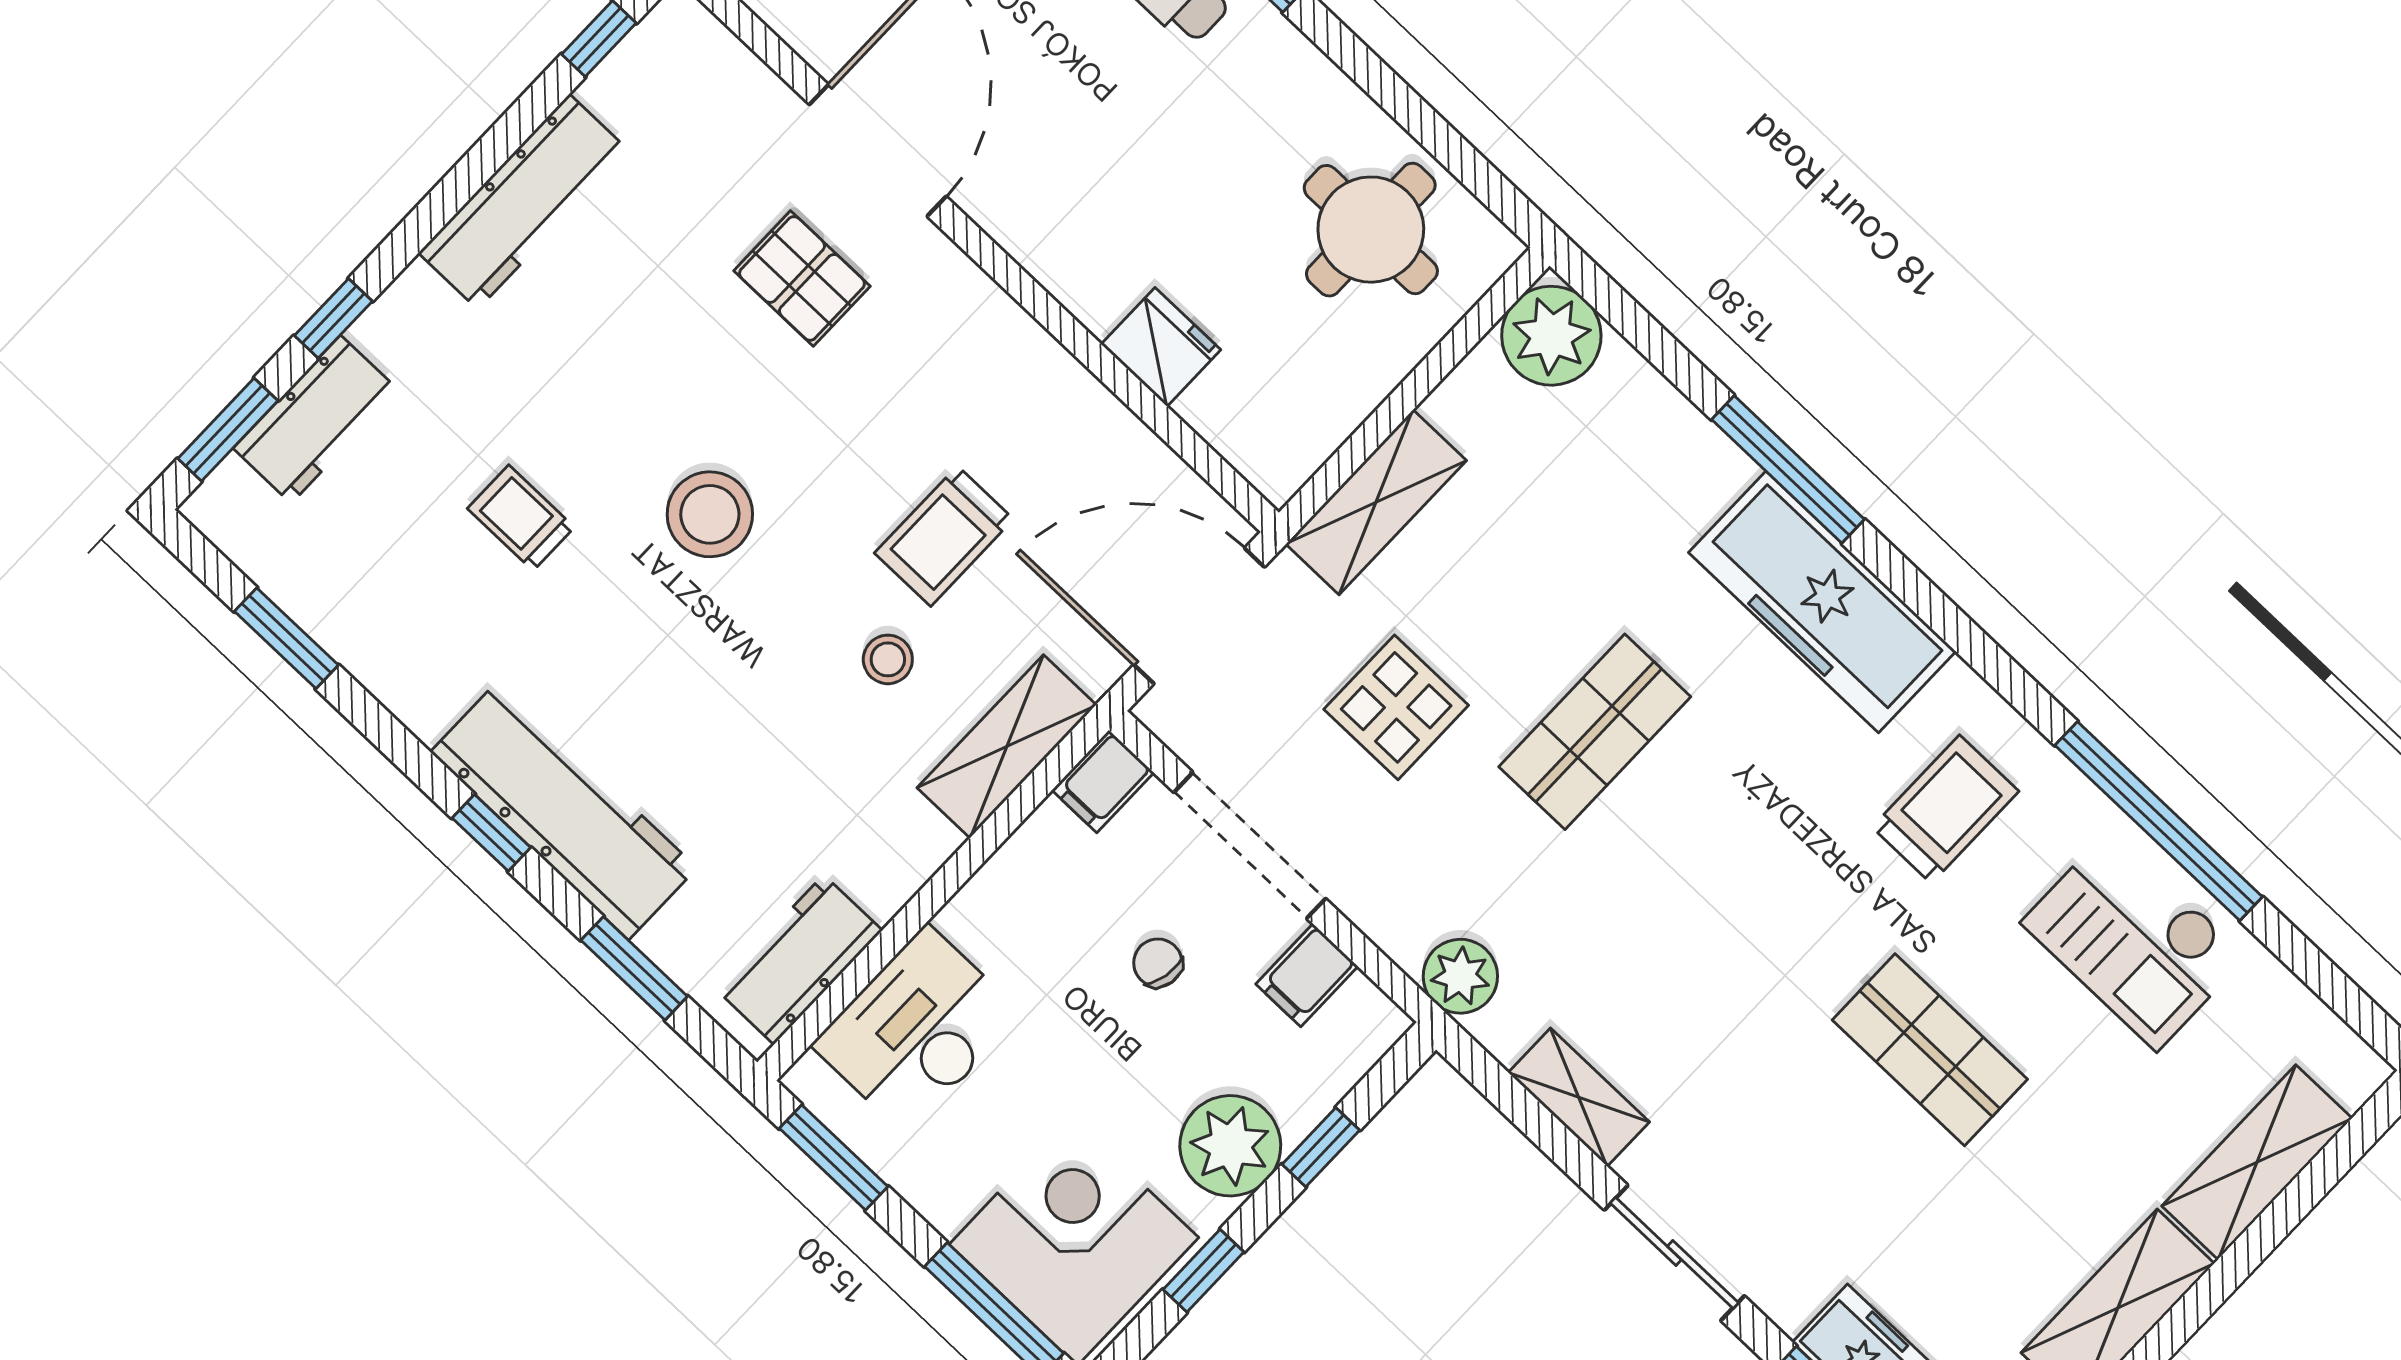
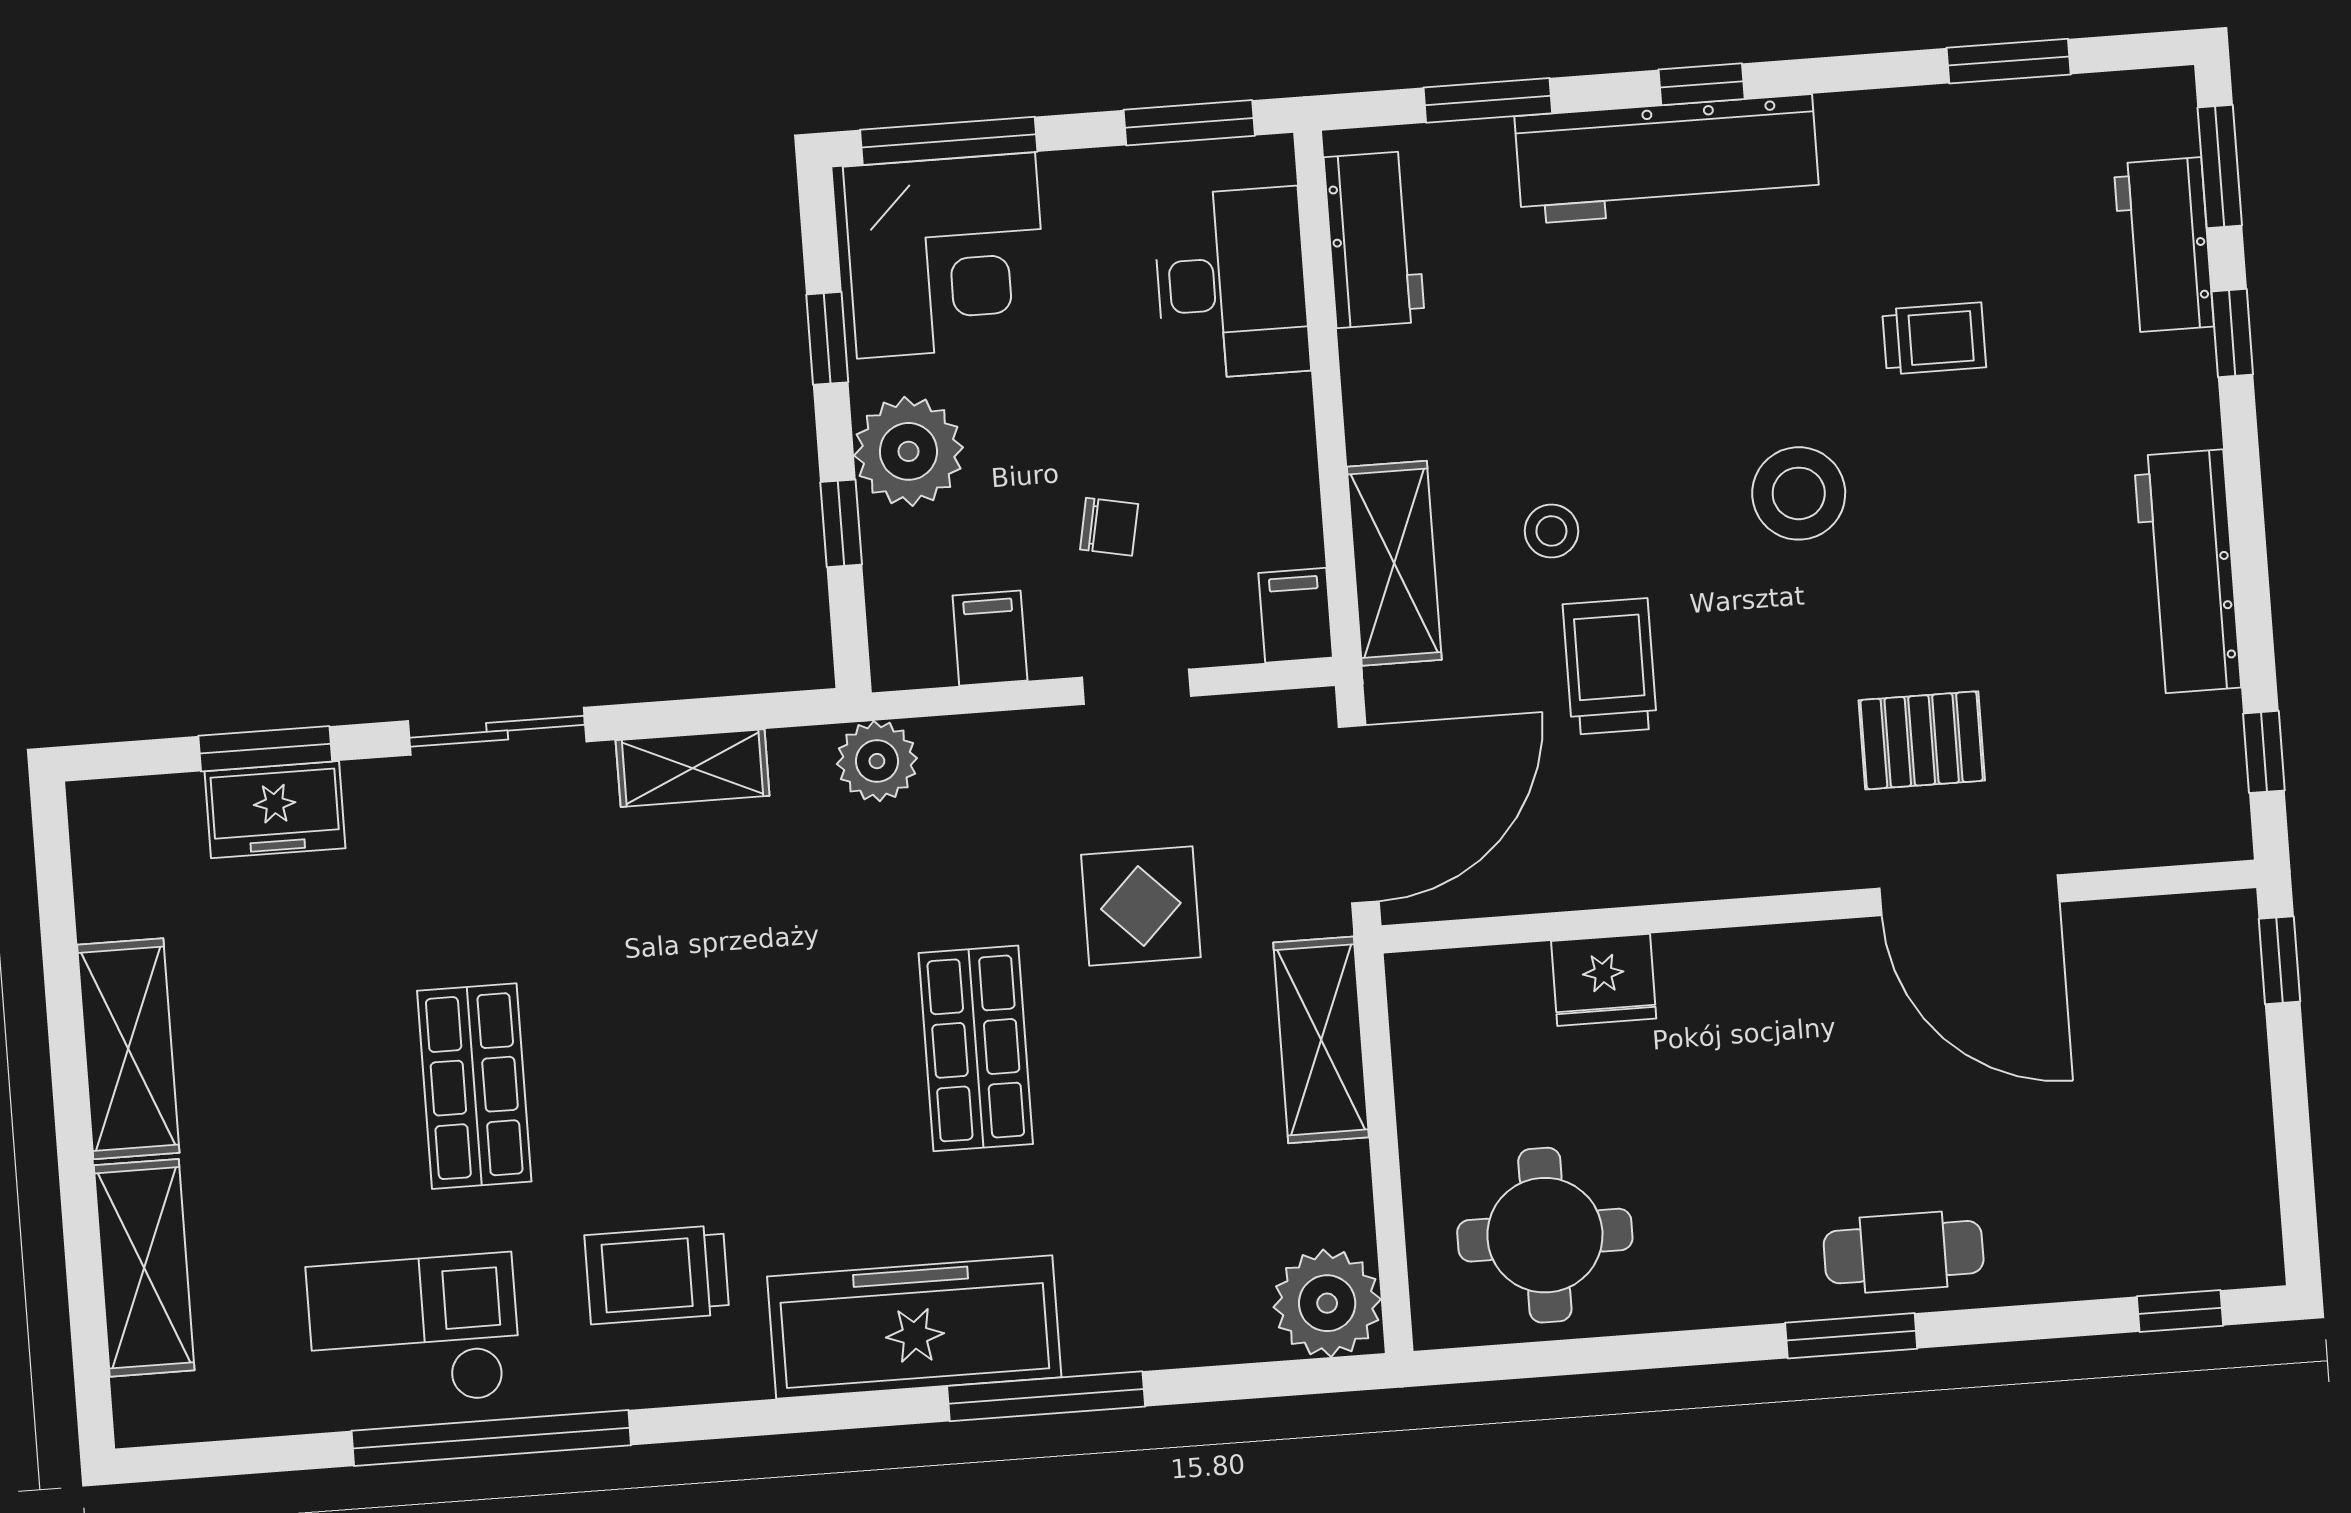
trolley: (1945, 809) -> (657, 1275), turned 90
doorway: (1250, 845) -> (1137, 687), width x0.53
shop shelf: (1930, 1050) -> (474, 1086), turned 90

